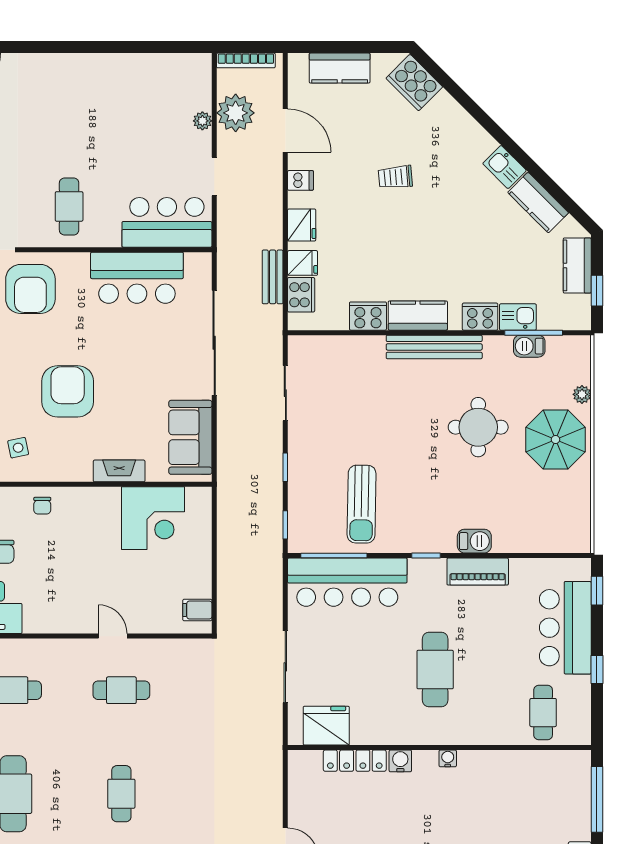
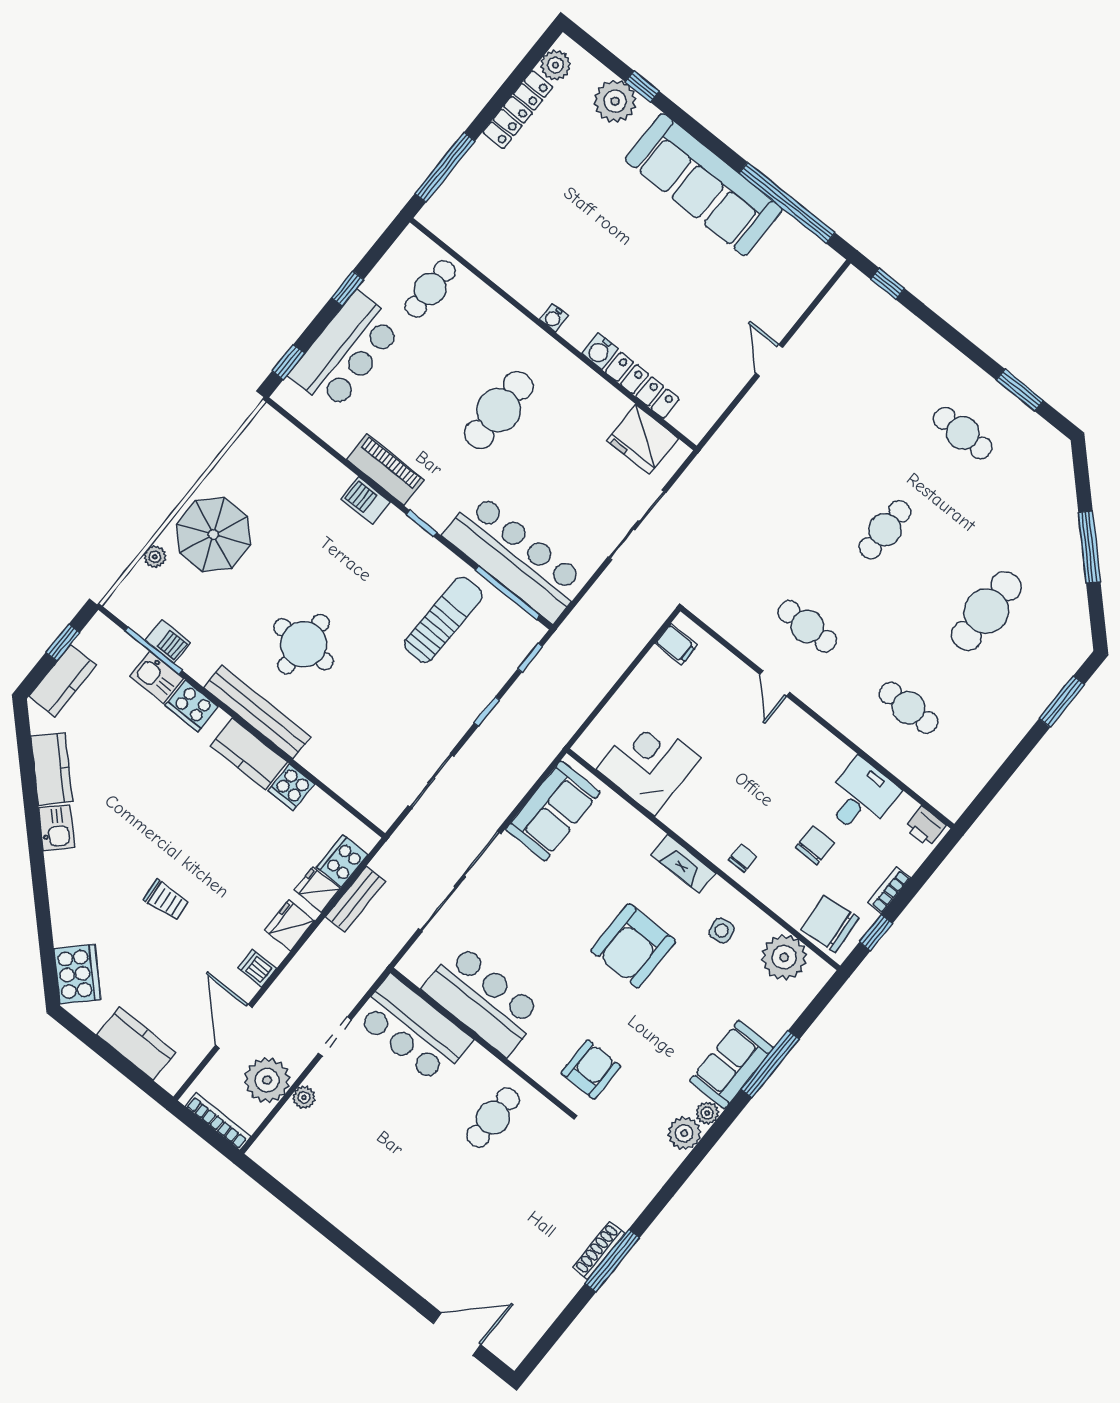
armchair: (30, 289) -> (591, 1070), width x0.73, depth x0.73
cooker: (368, 316) -> (291, 787), width x0.73
round table: (478, 427) -> (304, 644), moved
fireplace: (119, 471) -> (683, 864), moved

